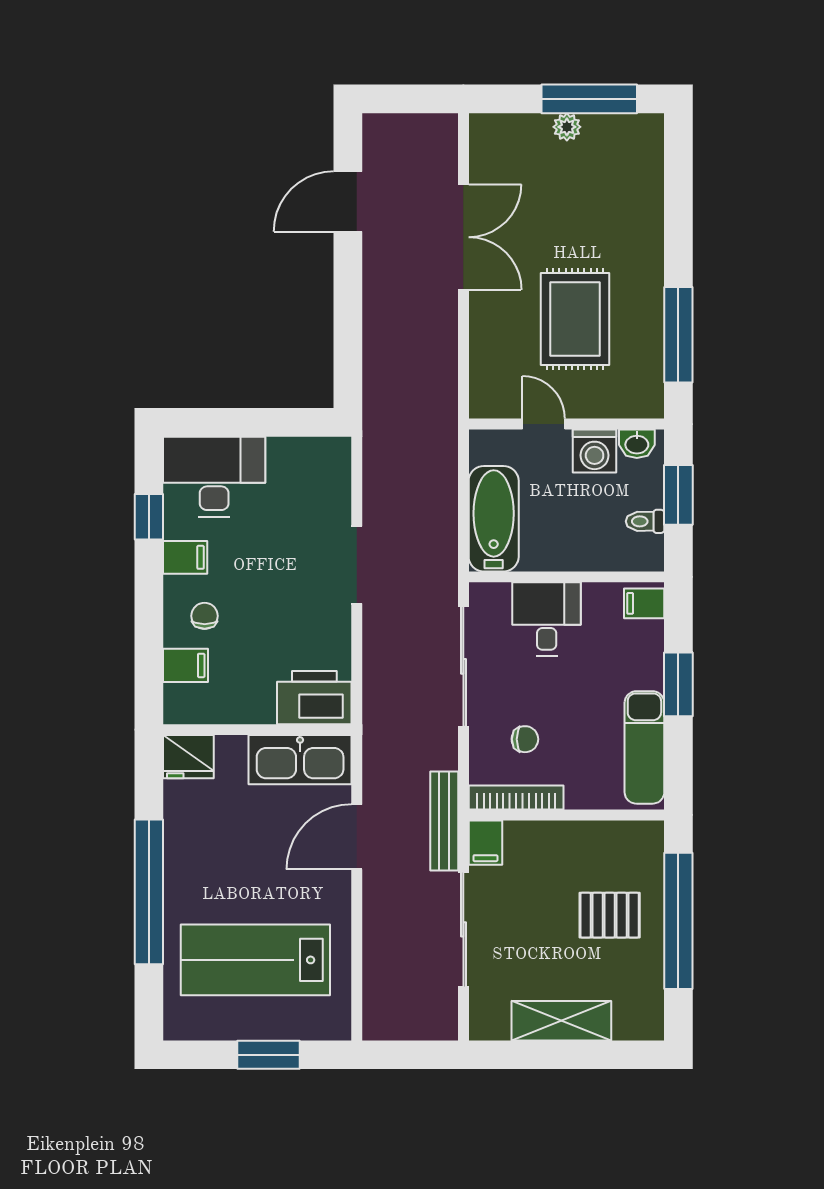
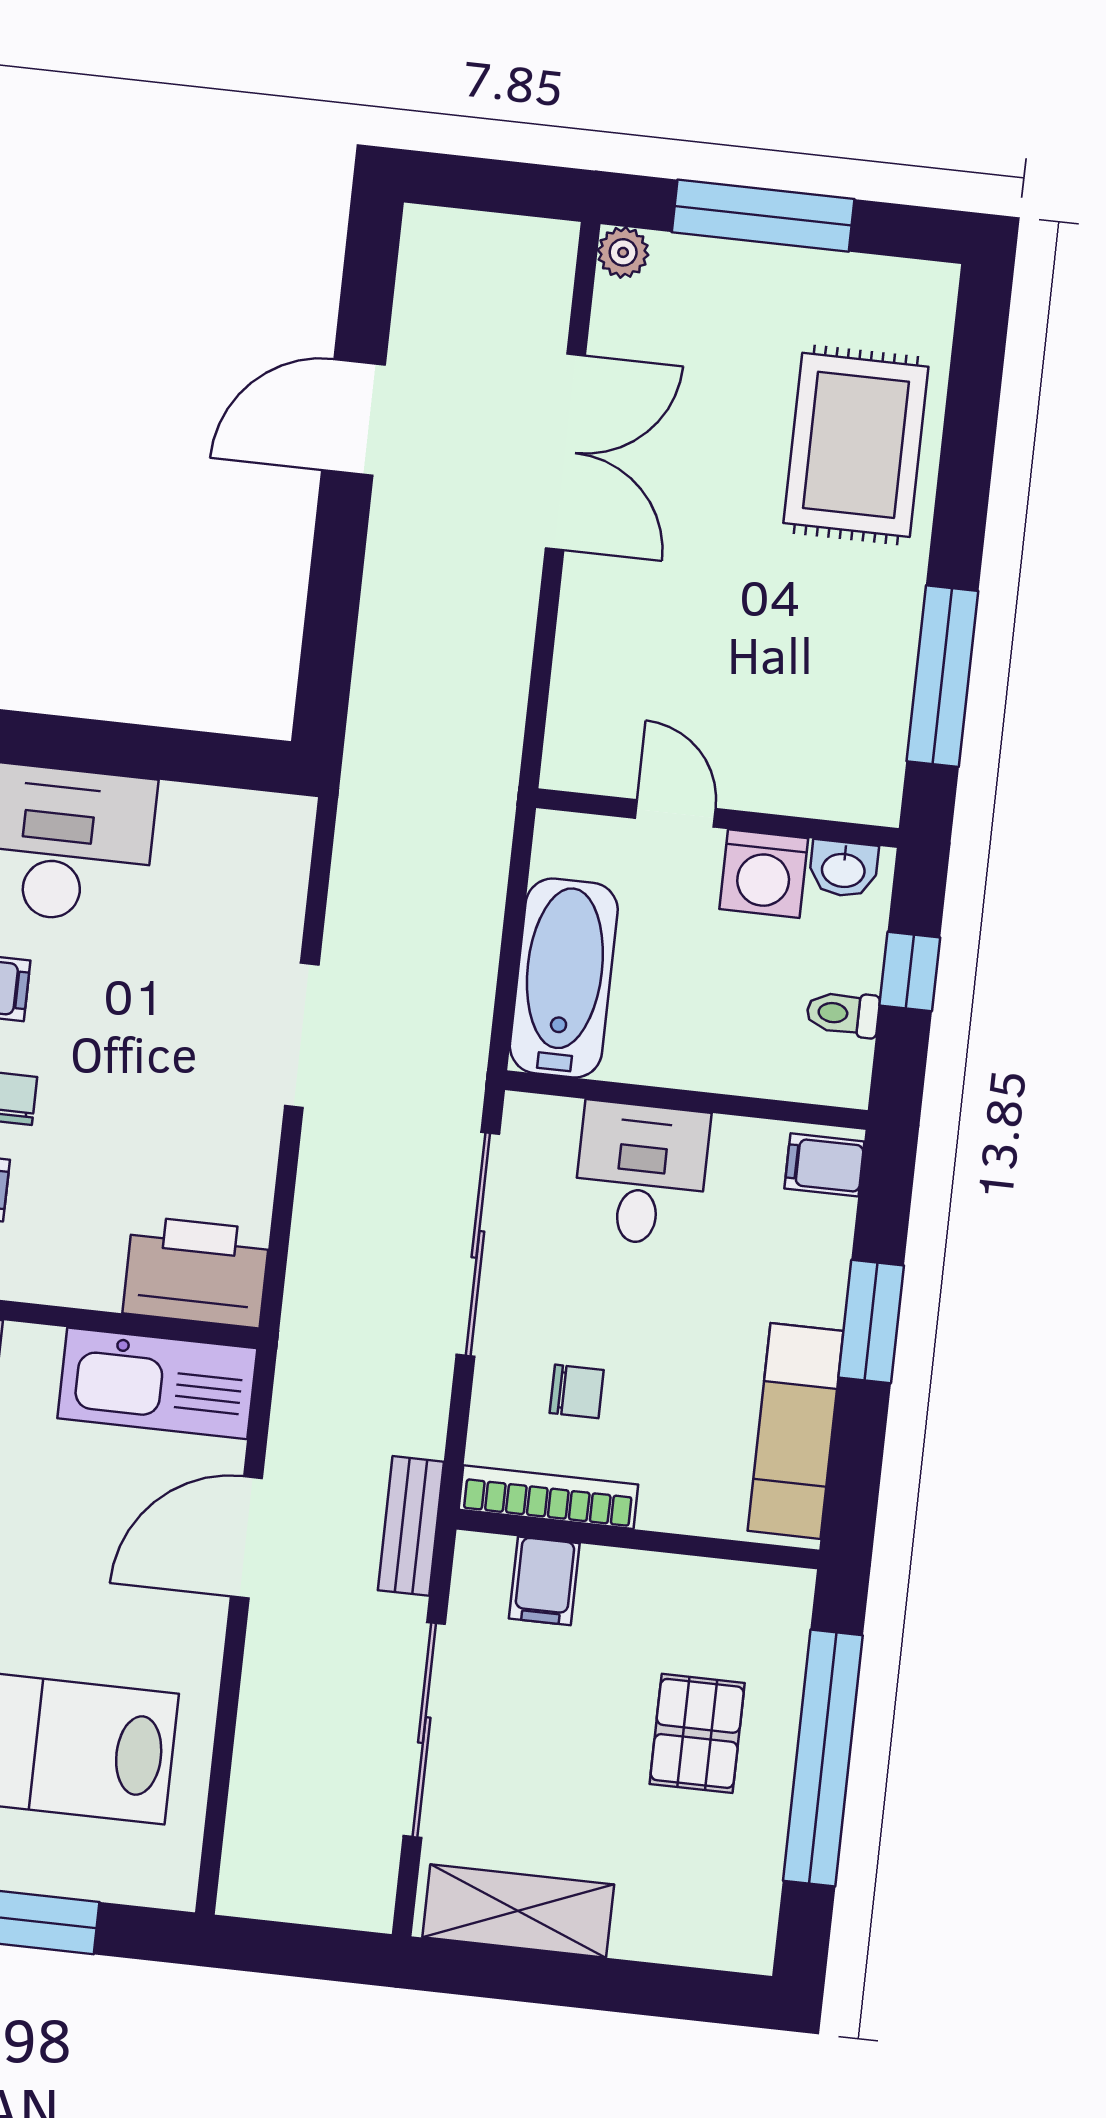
window: (589, 99) -> (763, 216), moved
plant: (567, 127) -> (623, 252), moved
door: (348, 201) -> (353, 417), moved
rug: (575, 319) -> (856, 445), moved
window: (678, 495) -> (910, 971), width x0.67
bench: (444, 821) -> (411, 1526), width x0.73
filing cabinet: (485, 843) -> (544, 1581), moved
pallet: (610, 915) -> (697, 1733), turned 90
shelving: (561, 1021) -> (518, 1911), moved

